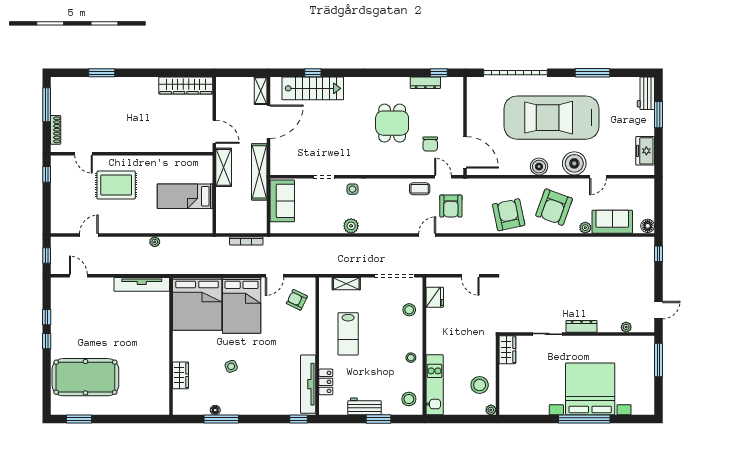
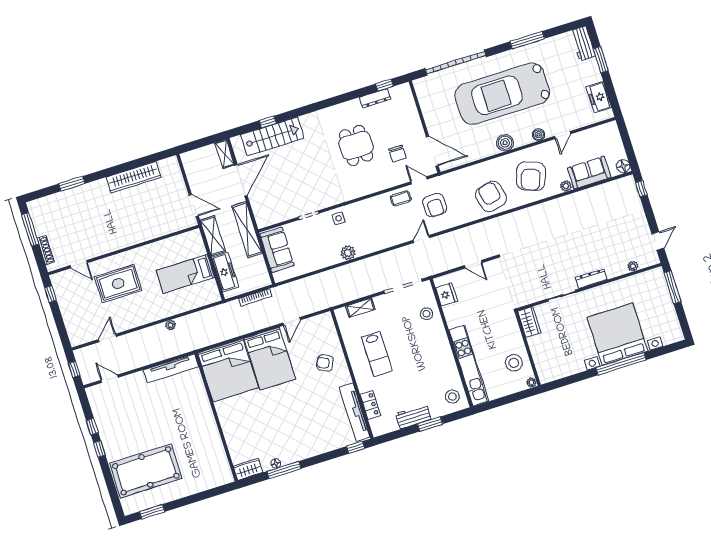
wardrobe: (186, 85) -> (133, 177), moved
boiler: (574, 163) -> (538, 135), width x0.54, depth x0.54
freezer: (225, 207) -> (225, 272), added
armchair: (297, 300) -> (325, 363), moved
stool: (411, 358) -> (442, 358), removed
side table: (231, 366) -> (278, 418), removed
wardrobe: (180, 375) -> (248, 469), moved, turned -90
kitchen unit: (435, 385) -> (469, 366), width x1.36

